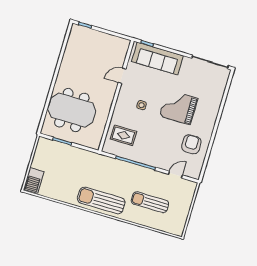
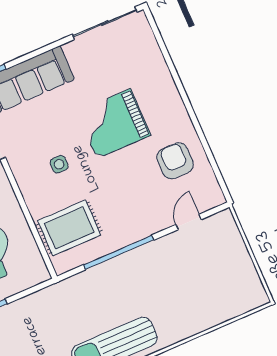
rug: (123, 135) -> (69, 228), width x1.36, depth x1.43
sun lounger: (150, 202) -> (185, 291), removed

